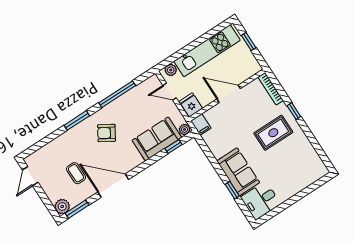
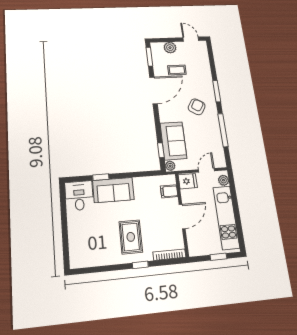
filing cabinet: (201, 124) -> (169, 191), moved
plant: (62, 206) -> (170, 48), moved

